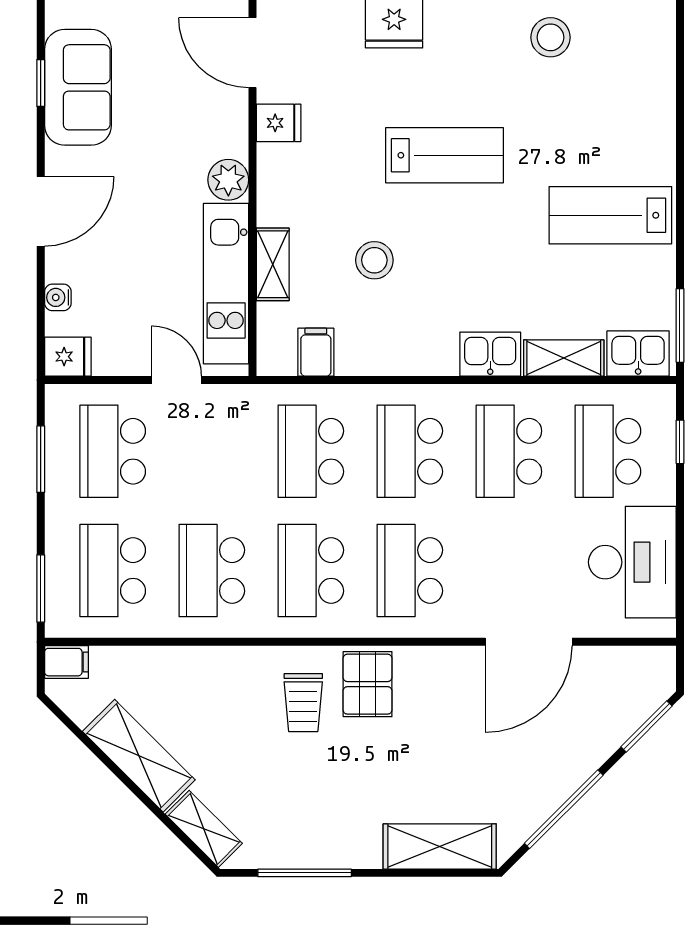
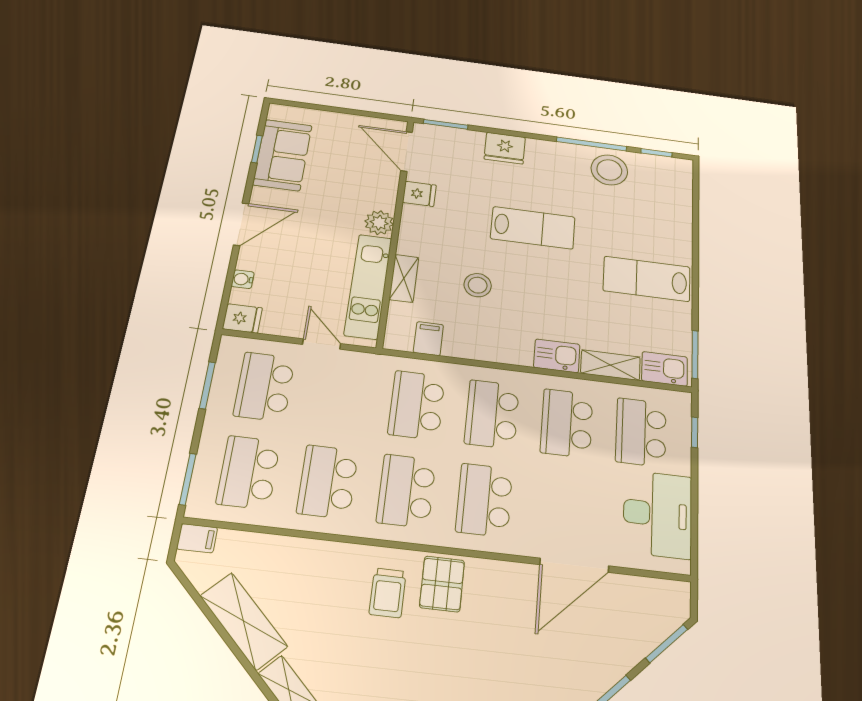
stool: (550, 37) -> (609, 170), width x1.38, depth x1.38

